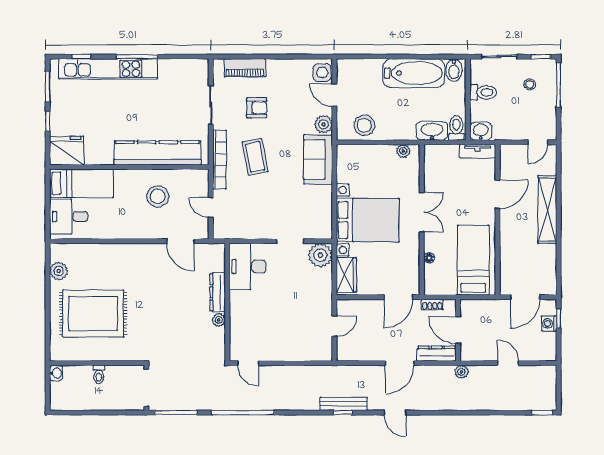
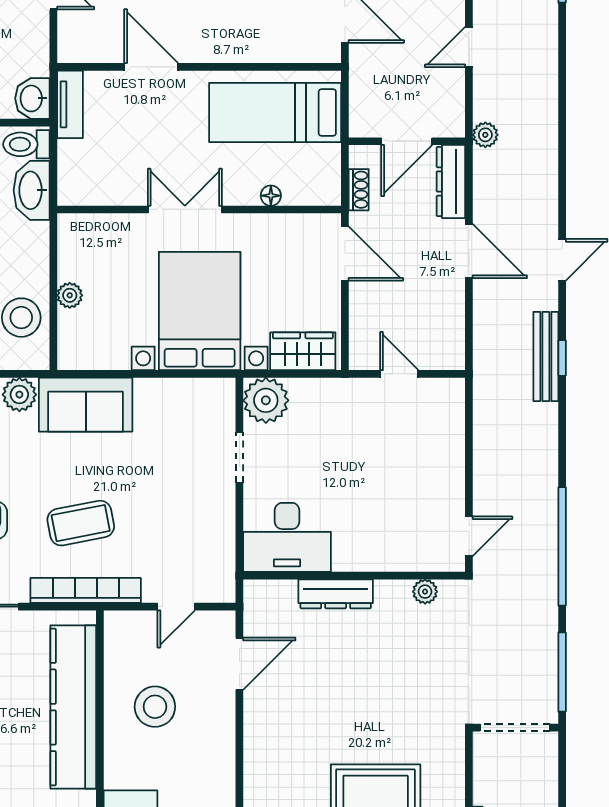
plant: (403, 151) -> (70, 295), moved
plant: (219, 320) -> (425, 592), moved

